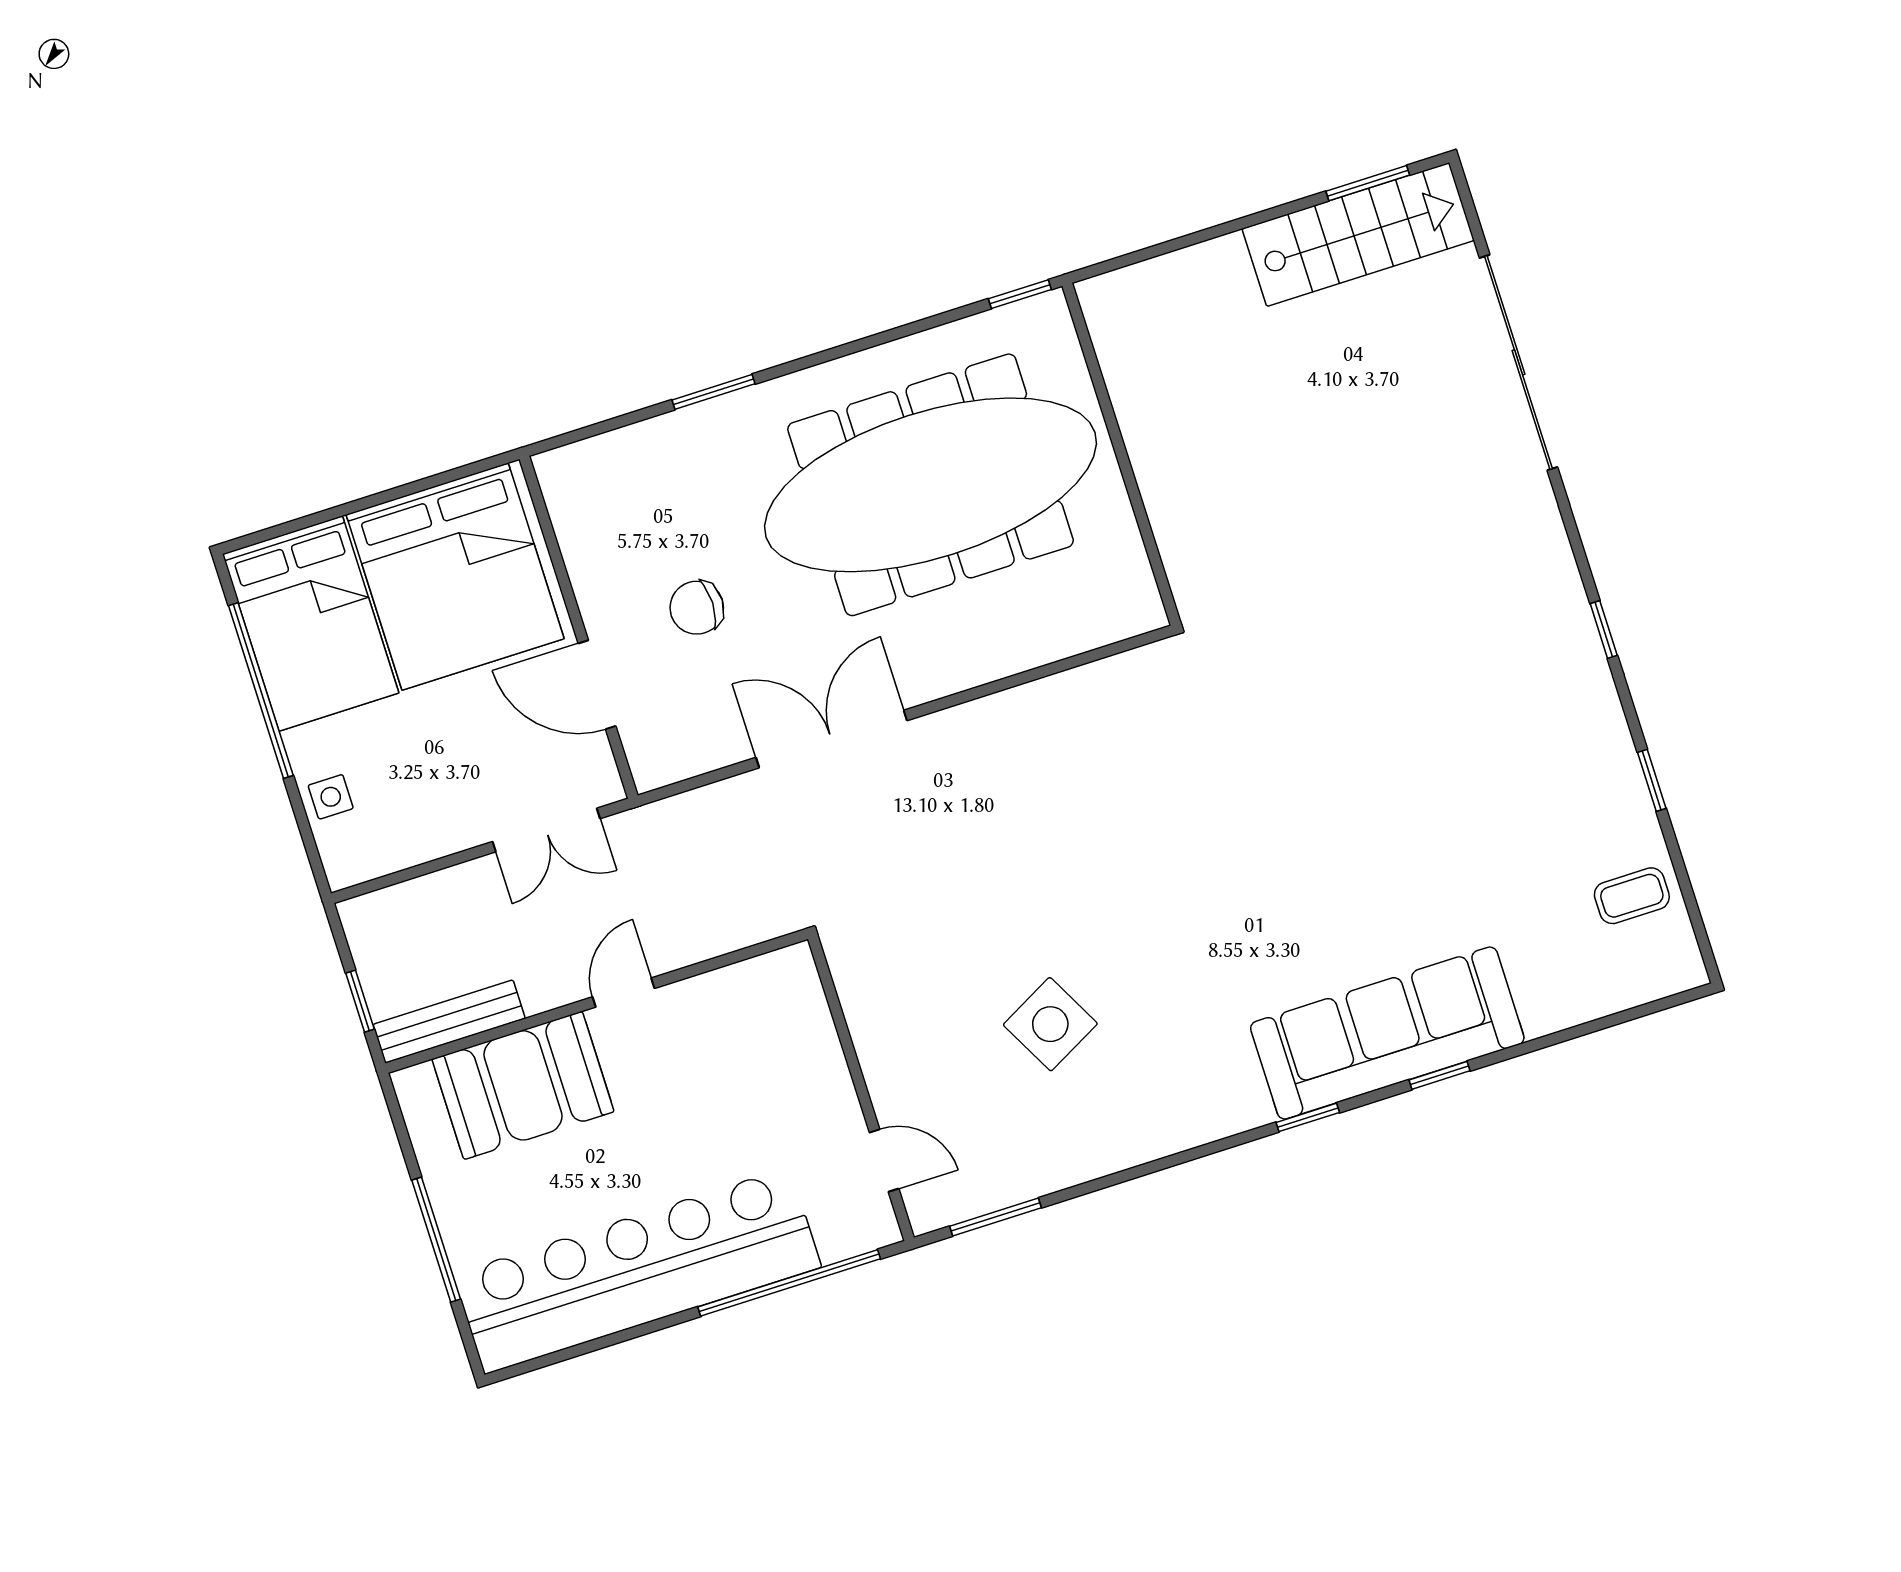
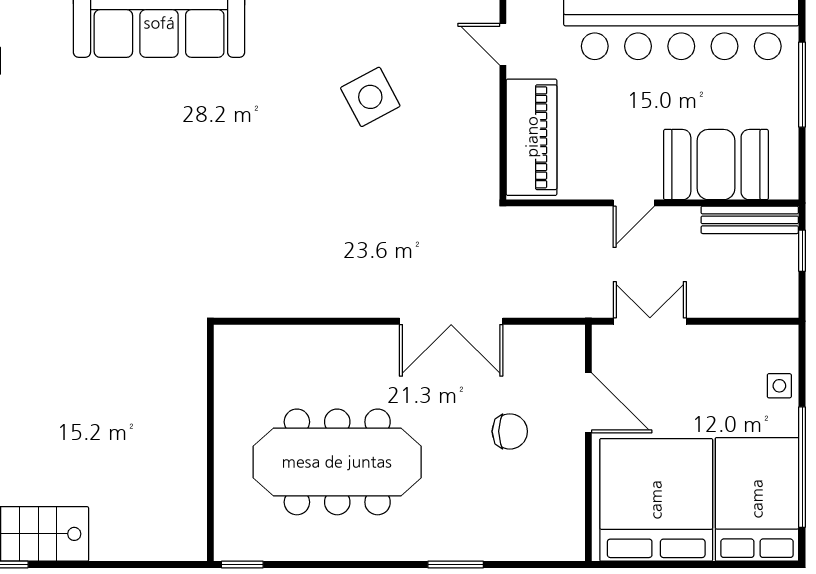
meeting table: (931, 485) -> (337, 462), width x0.73, depth x0.79
piano: (800, 1040) -> (532, 137), added

